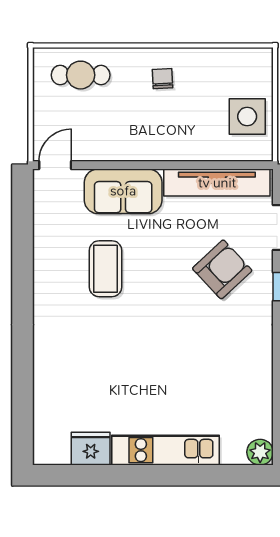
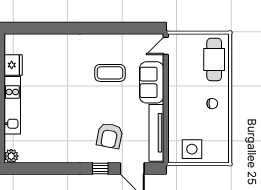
cafe table: (81, 75) -> (214, 60), width x1.37, depth x1.35
door: (55, 165) -> (166, 46), swing flipped
armchair: (222, 269) -> (110, 136), turned 54

